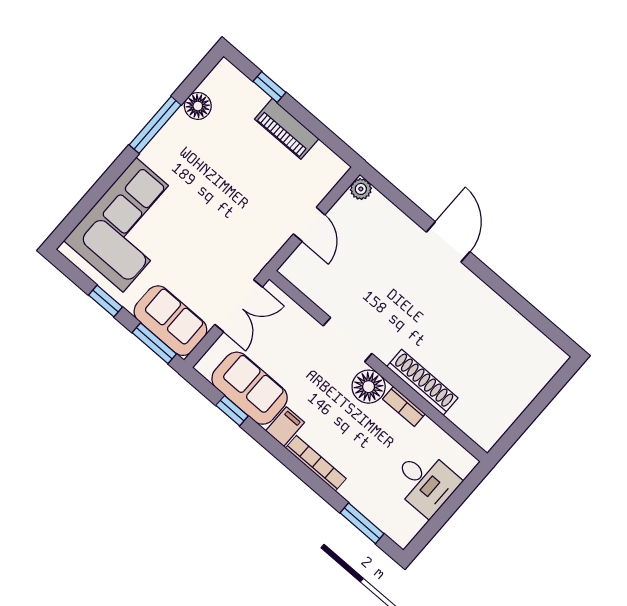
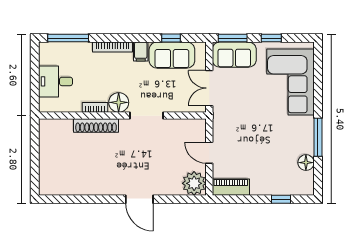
piano: (287, 129) -> (231, 187), moved
plant: (361, 189) -> (194, 183), width x1.88, depth x1.88
window: (362, 523) -> (68, 38), width x1.44

